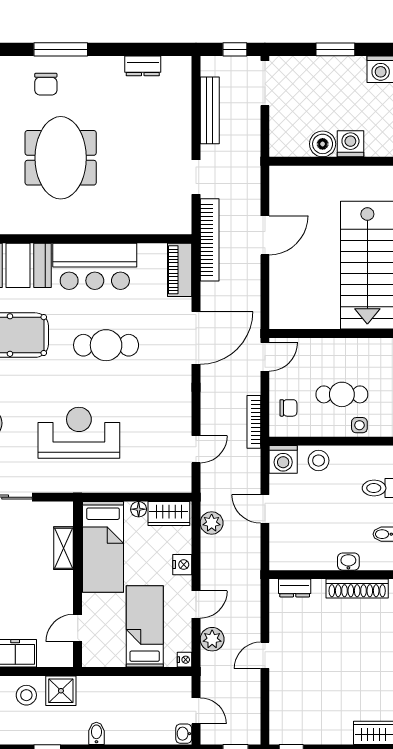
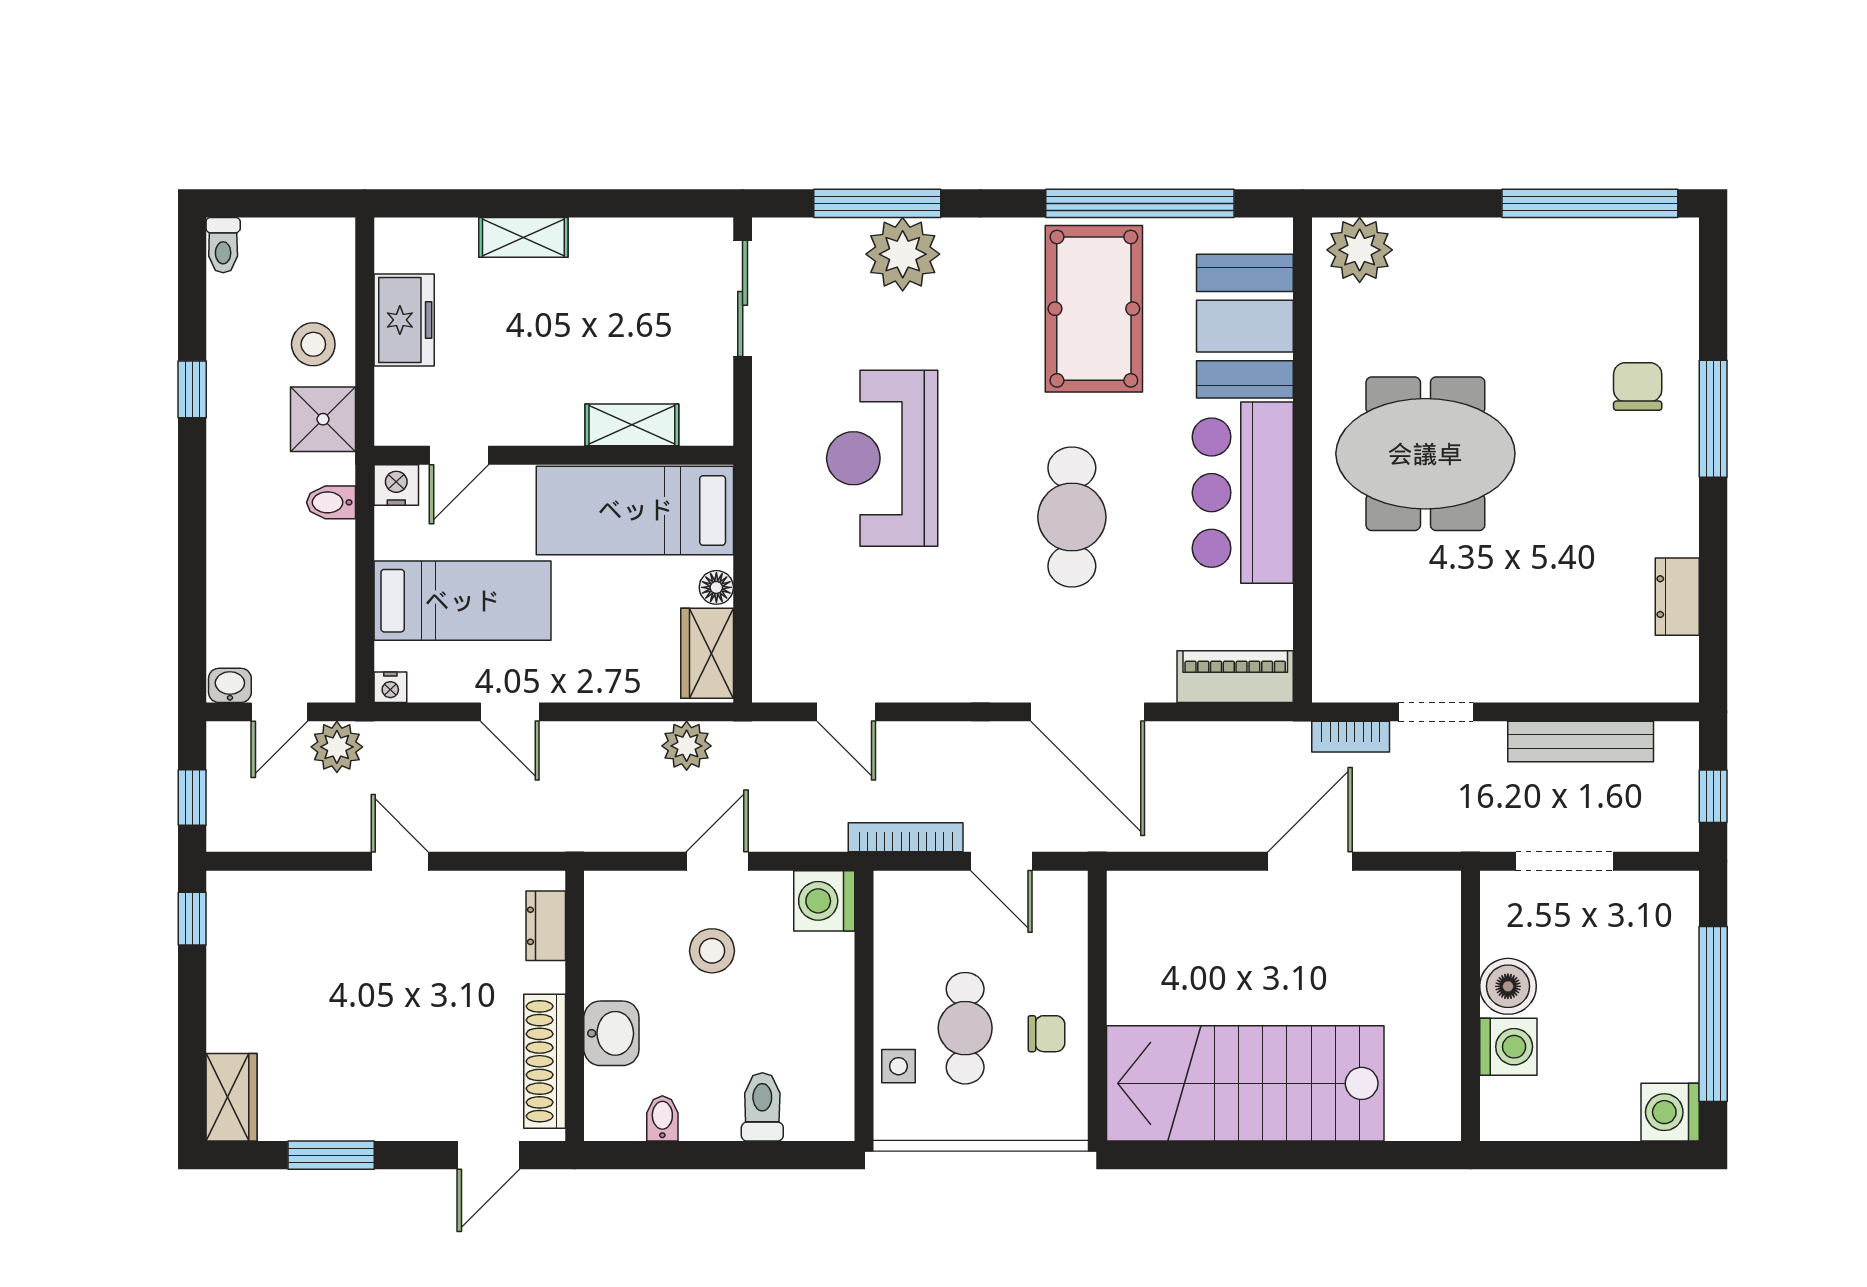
window: (335, 49) -> (1713, 1014), width x2.11
doorway: (265, 83) -> (1564, 861), moved
chair: (46, 84) -> (1638, 387), turned 90
meeting table: (61, 158) -> (1425, 454), moved
door: (265, 235) -> (1310, 861), swing flipped
bookcase: (210, 240) -> (1351, 737), width x0.43, depth x0.76
door: (265, 357) -> (1001, 861), moved
chair: (288, 408) -> (1046, 1034), moved, turned -90
reception desk: (79, 433) -> (882, 458), turned 180
stool: (319, 461) -> (712, 951), moved
washbasin: (348, 562) -> (611, 1033), width x1.38, depth x1.45
nightstand: (182, 565) -> (396, 485), moved, turned 180
door: (78, 628) -> (459, 455), swing flipped
plant: (212, 639) -> (337, 747), moved
bidet: (96, 733) -> (331, 502), moved, turned 180

